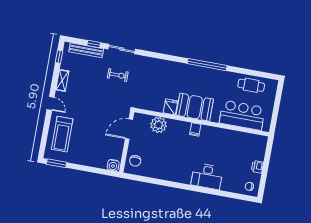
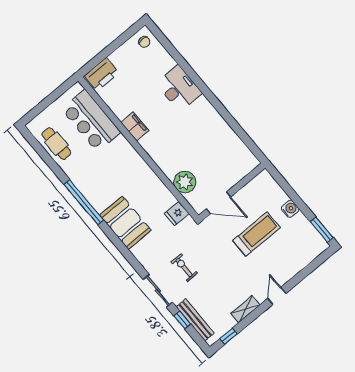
fridge: (170, 107) -> (177, 214), moved
booth: (195, 107) -> (125, 223), moved
filing cabinet: (195, 129) -> (135, 126), moved, width x2.00
treadmill: (62, 134) -> (256, 234), moved
chair: (135, 161) -> (239, 165), removed
water cooler: (113, 165) -> (290, 209), moved
printer: (257, 167) -> (102, 74), moved, width x1.87, depth x1.48

